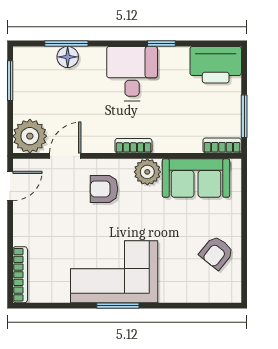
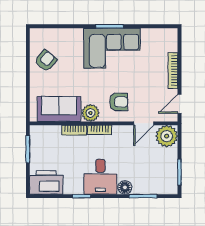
floor lamp: (68, 57) -> (125, 187), moved
bookcase: (222, 145) -> (74, 130), moved
bookcase: (20, 275) -> (173, 71), moved

